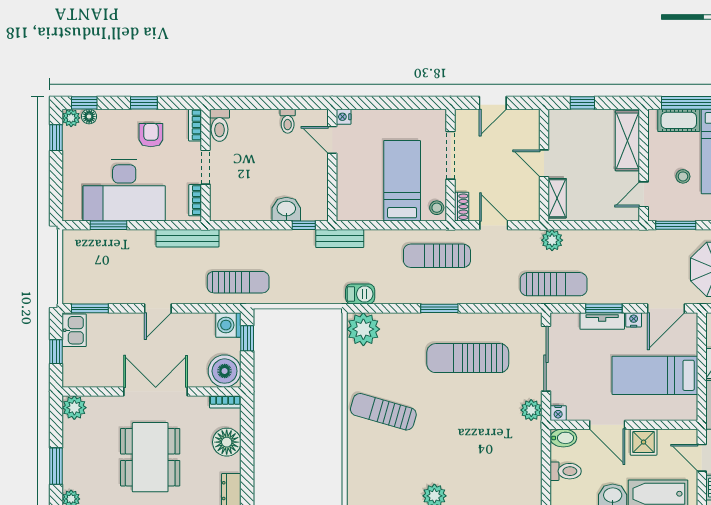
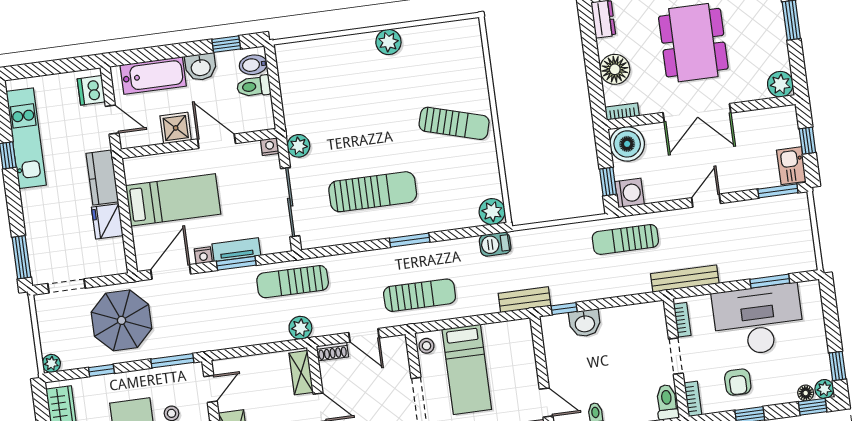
shoe rack: (462, 207) -> (332, 351), moved, turned -90
plant: (363, 329) -> (492, 212), width x0.73, depth x0.73
bidet: (563, 438) -> (253, 65), moved

